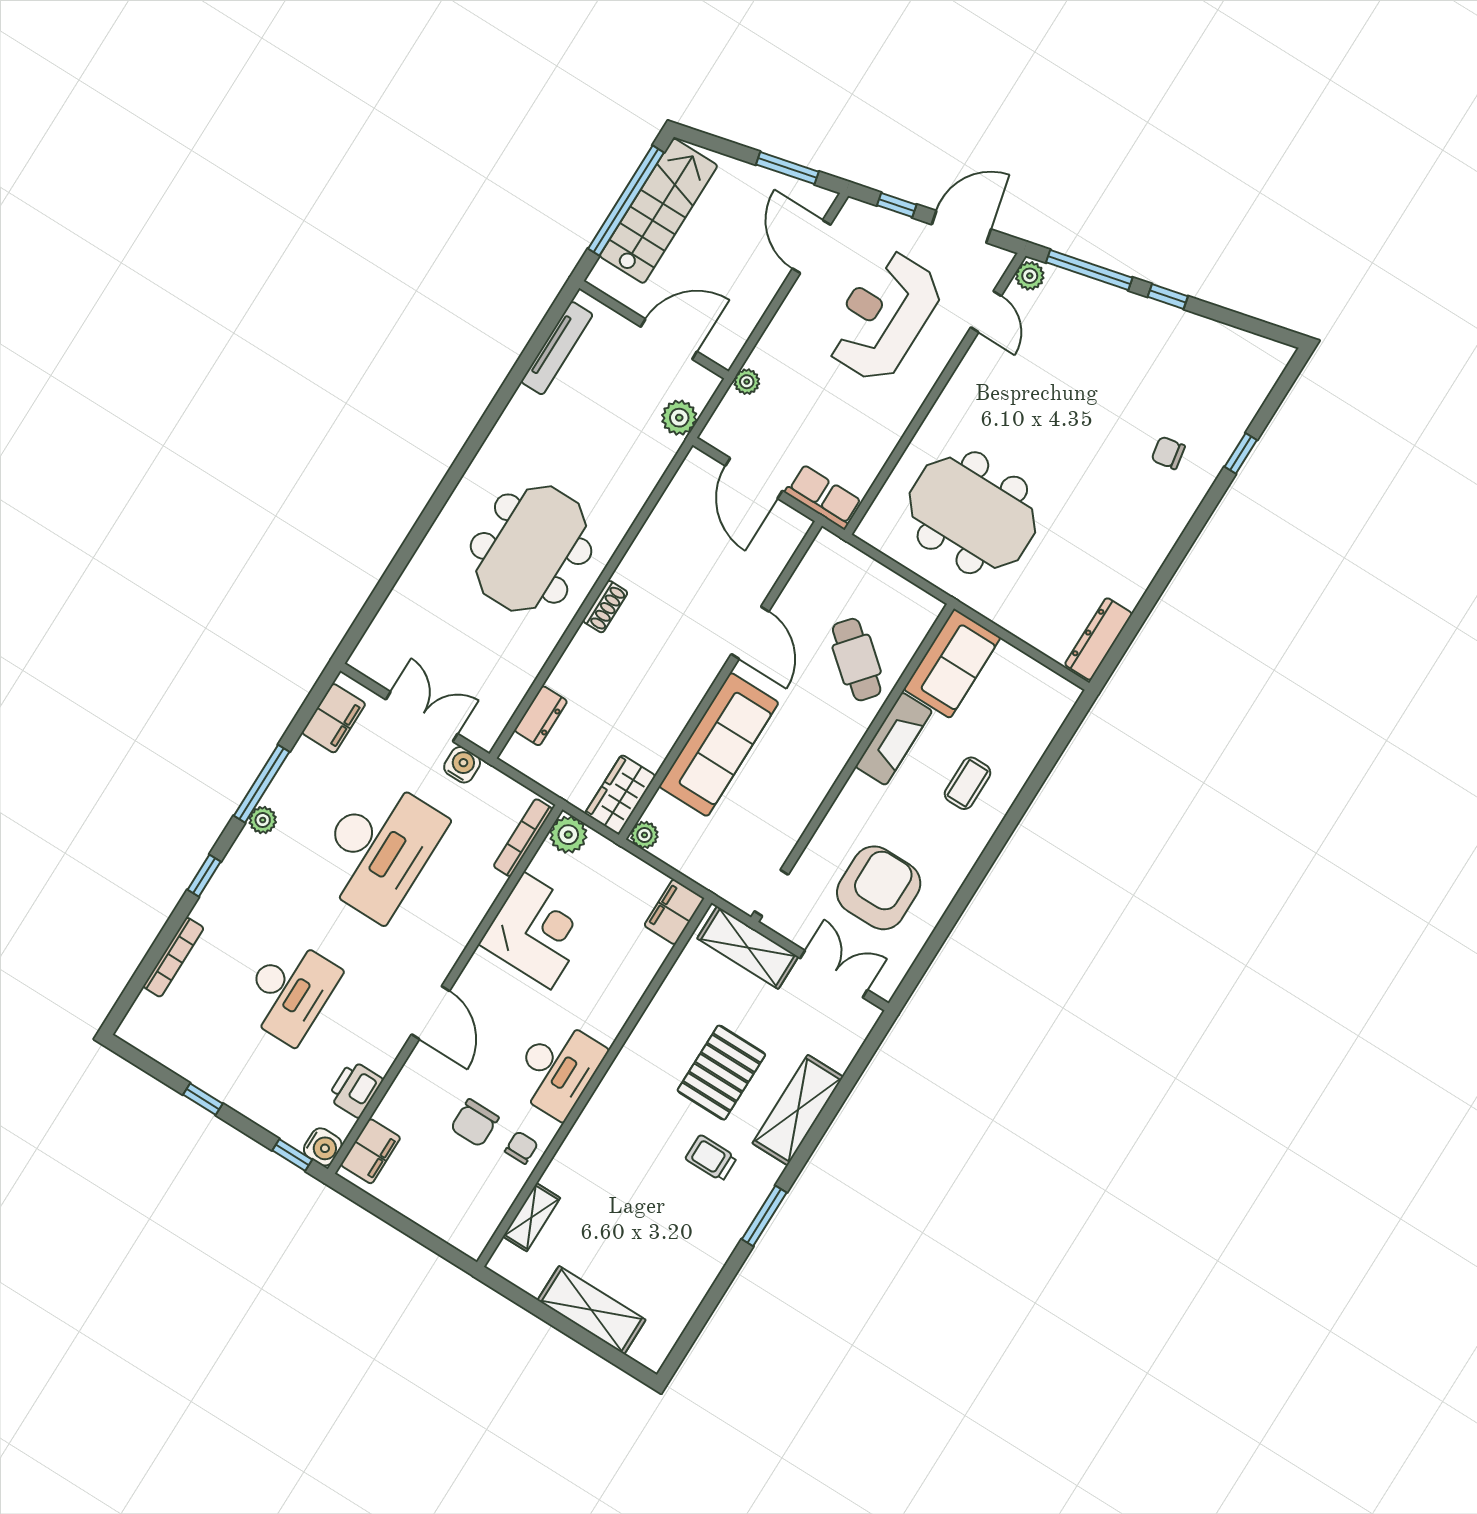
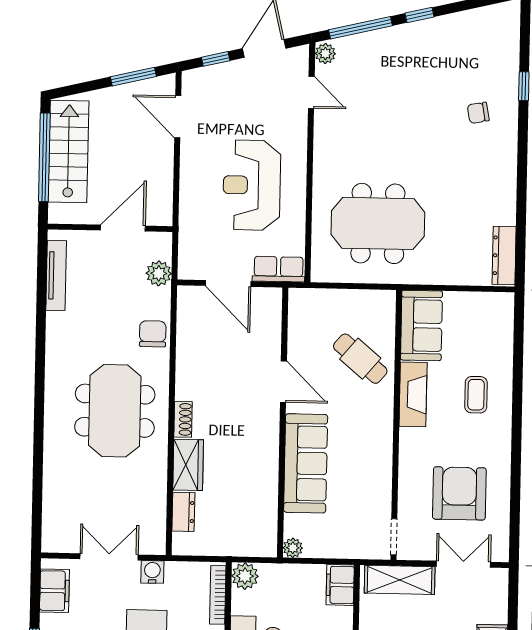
reception desk: (883, 316) -> (252, 185), moved
plant: (747, 382) -> (188, 226), removed
chair: (630, 485) -> (153, 334), added
wardrobe: (620, 795) -> (188, 465), moved, turned 180

